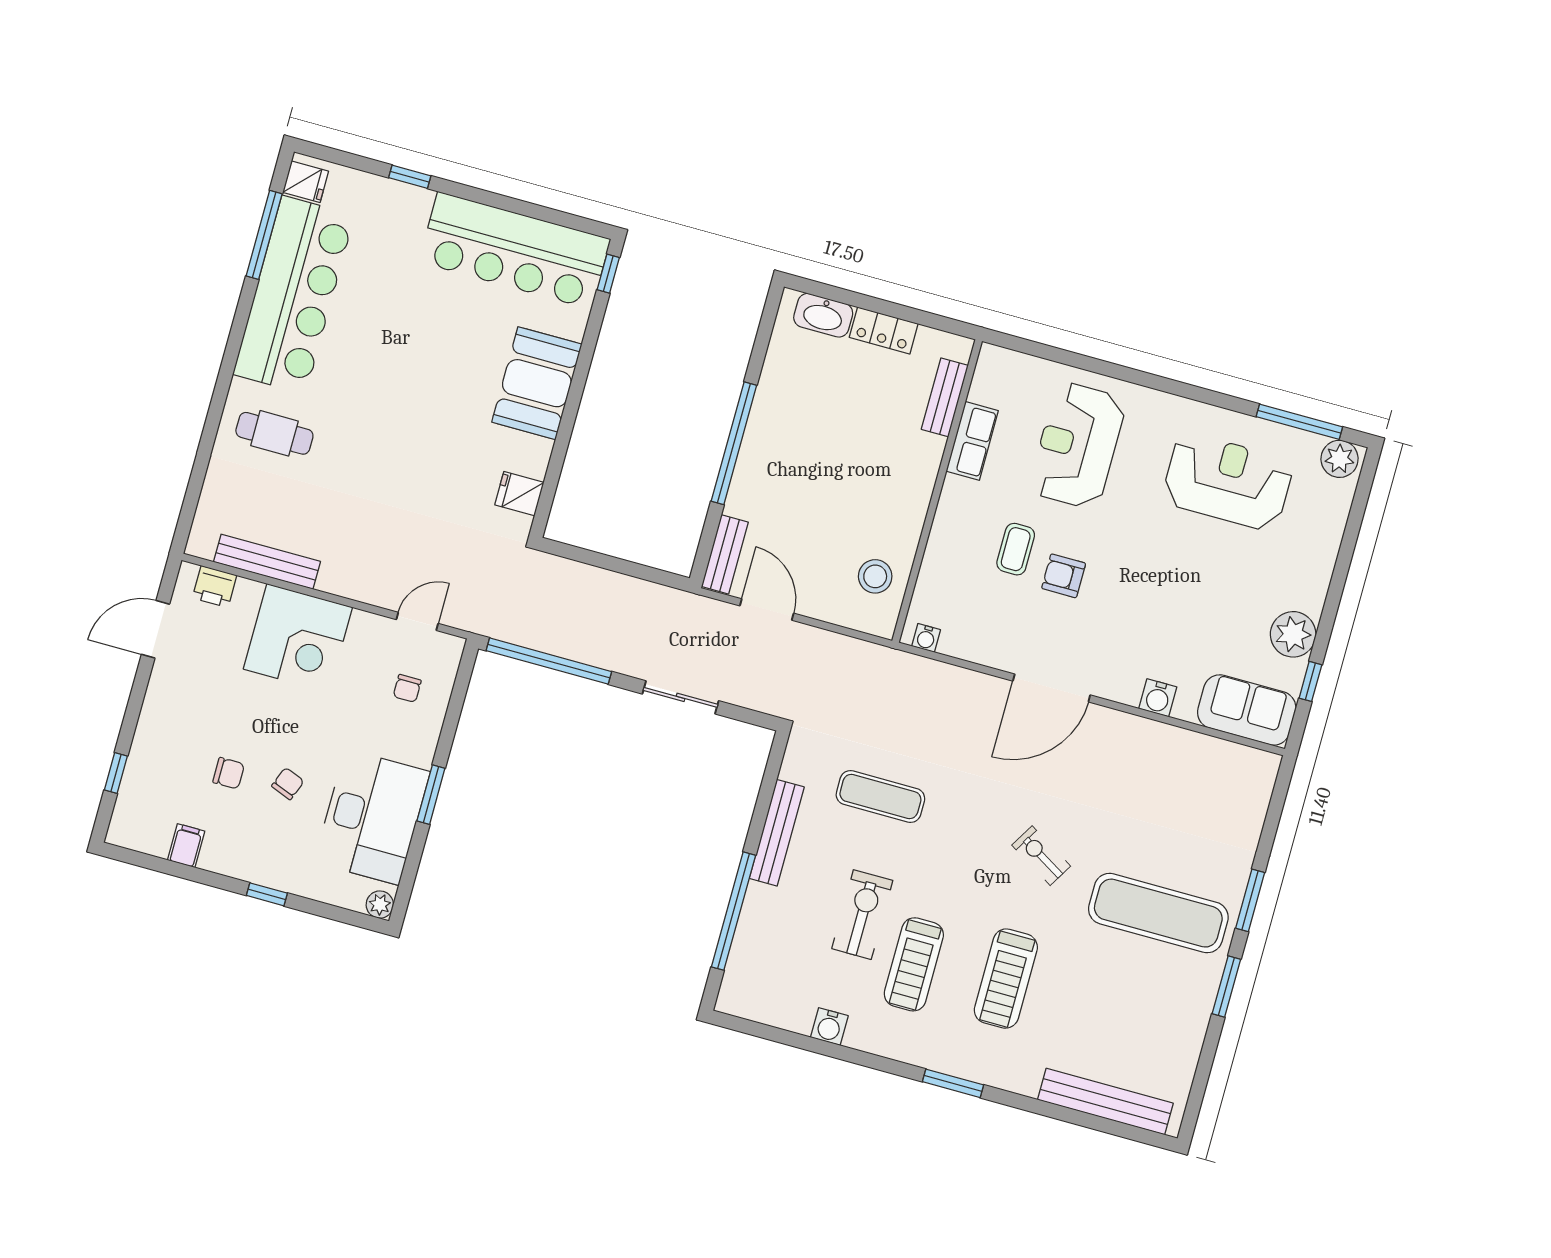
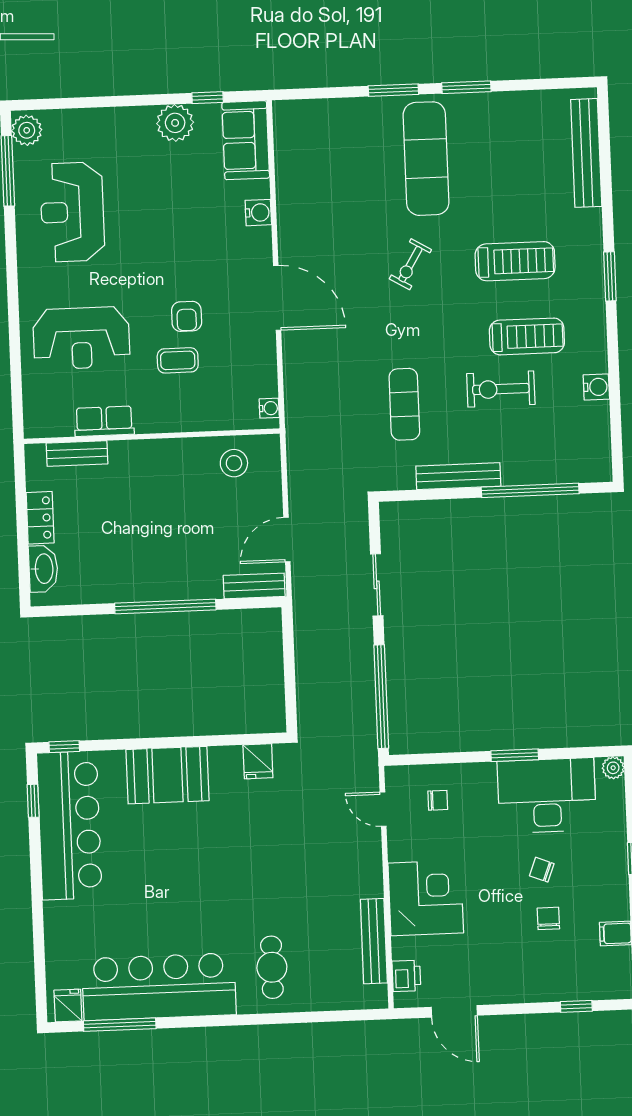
window: (410, 177) -> (33, 801), moved

